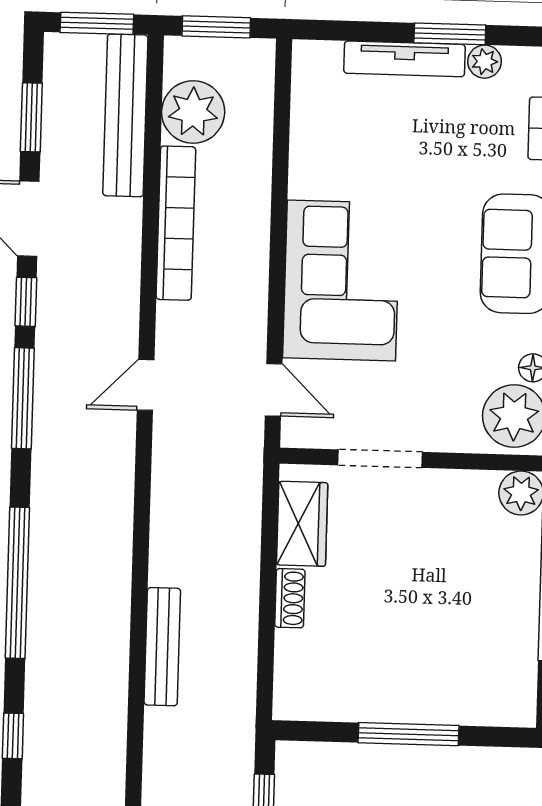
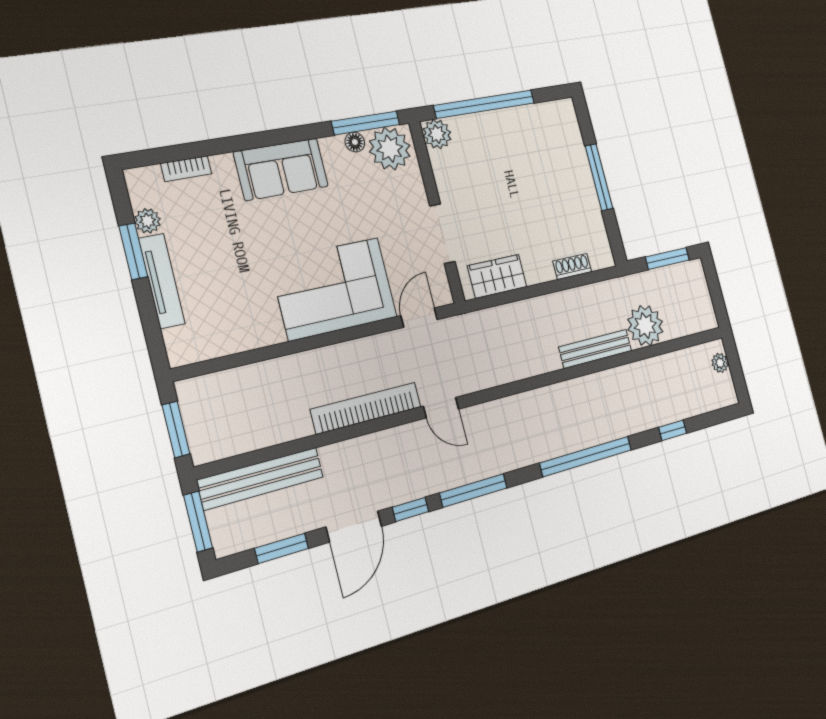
plant: (193, 112) -> (645, 326), moved
bookcase: (176, 223) -> (366, 408), moved
shoe rack: (290, 598) -> (572, 266), moved

